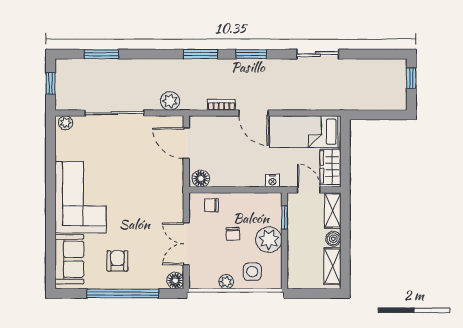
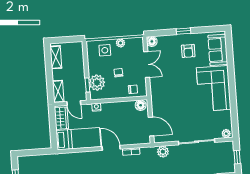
boiler: (333, 239) -> (56, 74), removed
plant: (269, 240) -> (97, 83), moved
window: (123, 293) -> (183, 31), width x0.32

